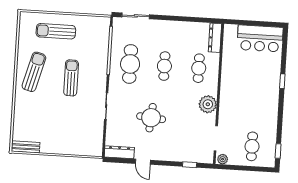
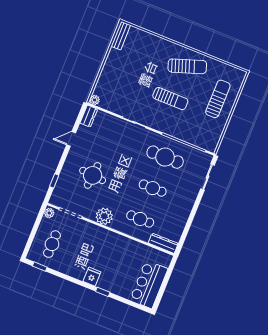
sun lounger: (34, 72) -> (187, 66), turned -34
fridge: (271, 97) -> (92, 277), added
round table: (151, 118) -> (93, 175), moved
cafe table: (252, 146) -> (52, 244), turned 90
plant: (97, 152) -> (95, 100), added
dresser: (119, 152) -> (89, 116), width x0.70

